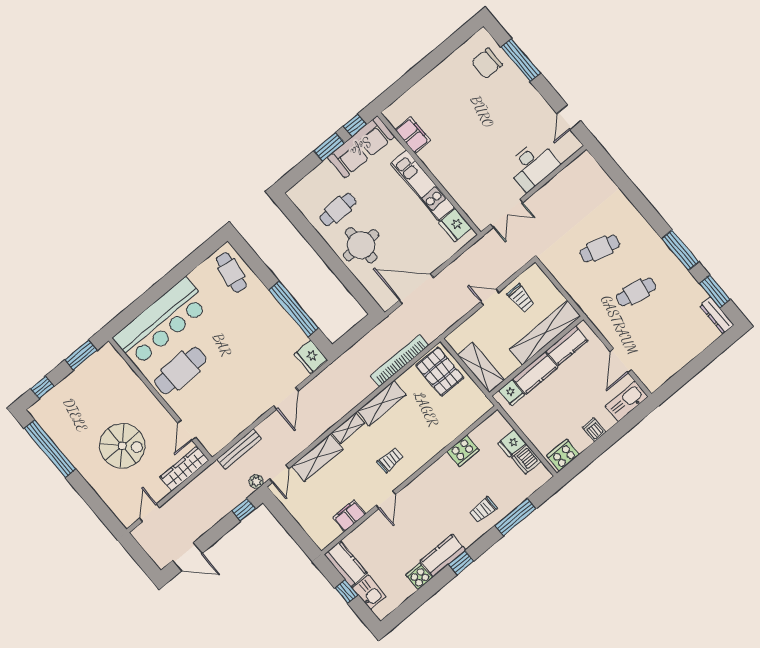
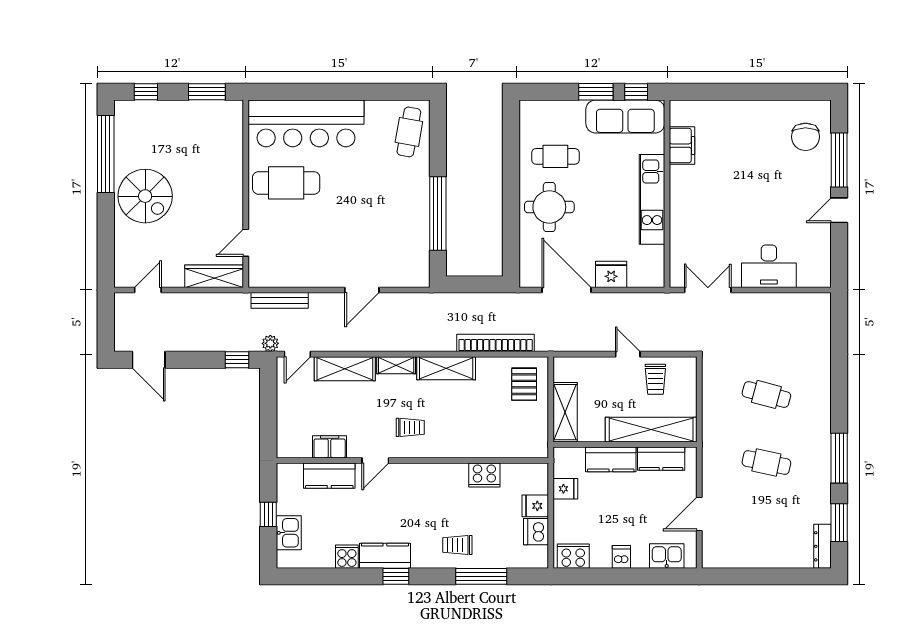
chair: (487, 63) -> (806, 137), turned -90
door: (569, 117) -> (839, 210), moved
double door: (506, 213) -> (708, 290), swing flipped
fridge: (455, 225) -> (611, 274), moved, turned 90
fridge: (311, 357) -> (417, 271), removed
pallet: (440, 372) -> (524, 384), width x0.67, depth x0.71
fridge: (512, 393) -> (565, 489), moved, turned -90
kitchen sink: (627, 401) -> (667, 556), width x0.73
spiral stairs: (122, 446) -> (145, 196), moved
kitchen counter: (346, 564) -> (329, 476), moved, turned 90

